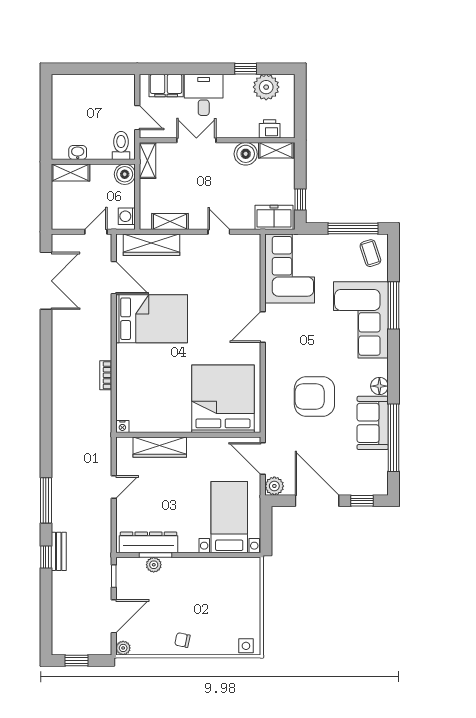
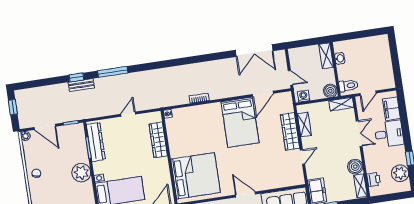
wardrobe: (152, 245) -> (290, 131), moved
door: (114, 487) -> (128, 114), swing flipped
plant: (154, 565) -> (81, 173), moved, width x1.88, depth x1.88

